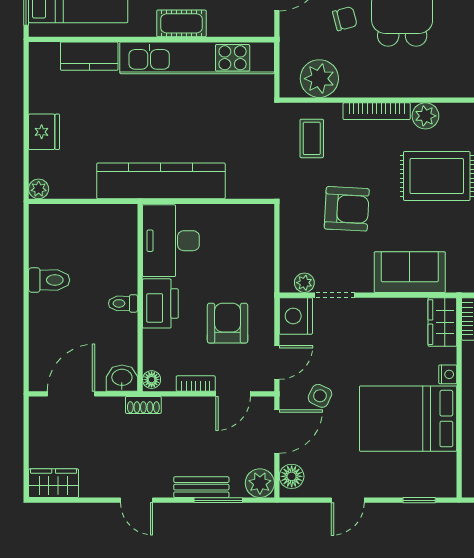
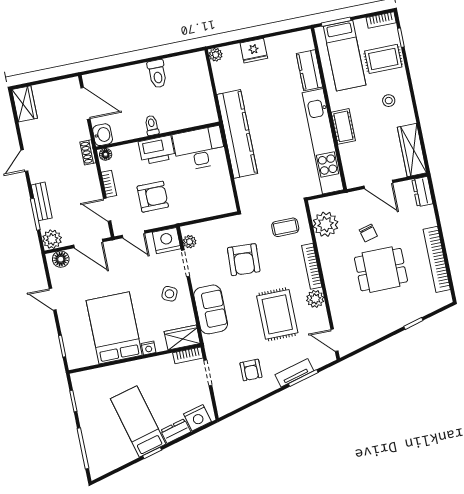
side table: (320, 396) -> (169, 294), moved

